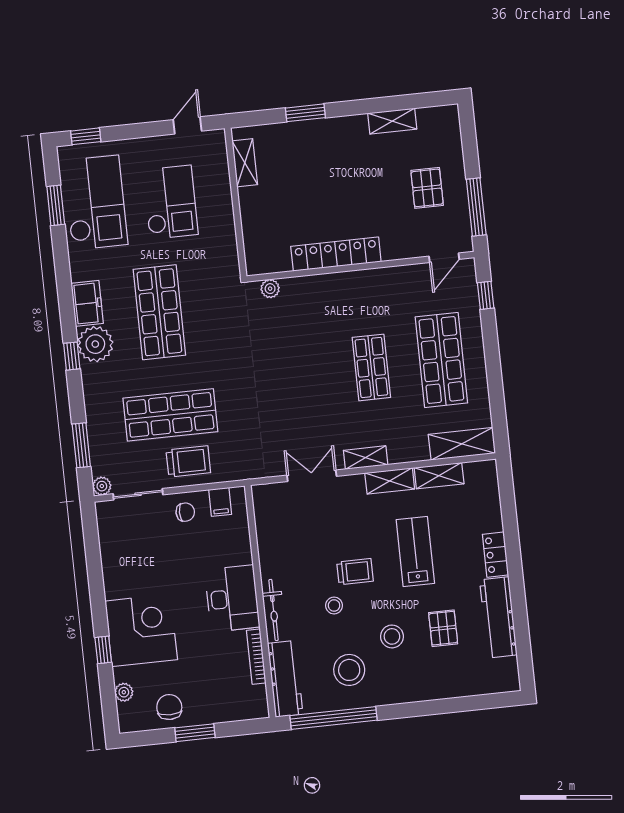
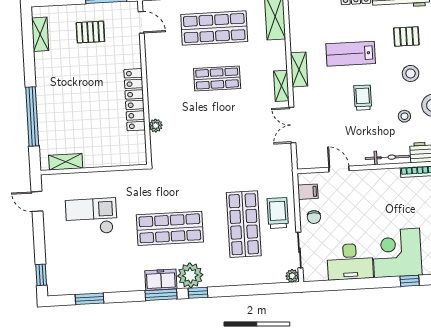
window: (305, 113) -> (32, 116), width x2.11
shelving: (392, 121) -> (40, 34), moved
checkout: (95, 203) -> (89, 270), removed
plant: (270, 289) -> (156, 126), moved
window: (81, 445) -> (161, 295), moved
shelving: (439, 476) -> (297, 34), removed
chair: (185, 512) -> (314, 217), turned 180
door: (254, 544) -> (339, 169), added
desk: (232, 598) -> (350, 262), moved, turned 180
stool: (334, 605) -> (404, 116), moved

